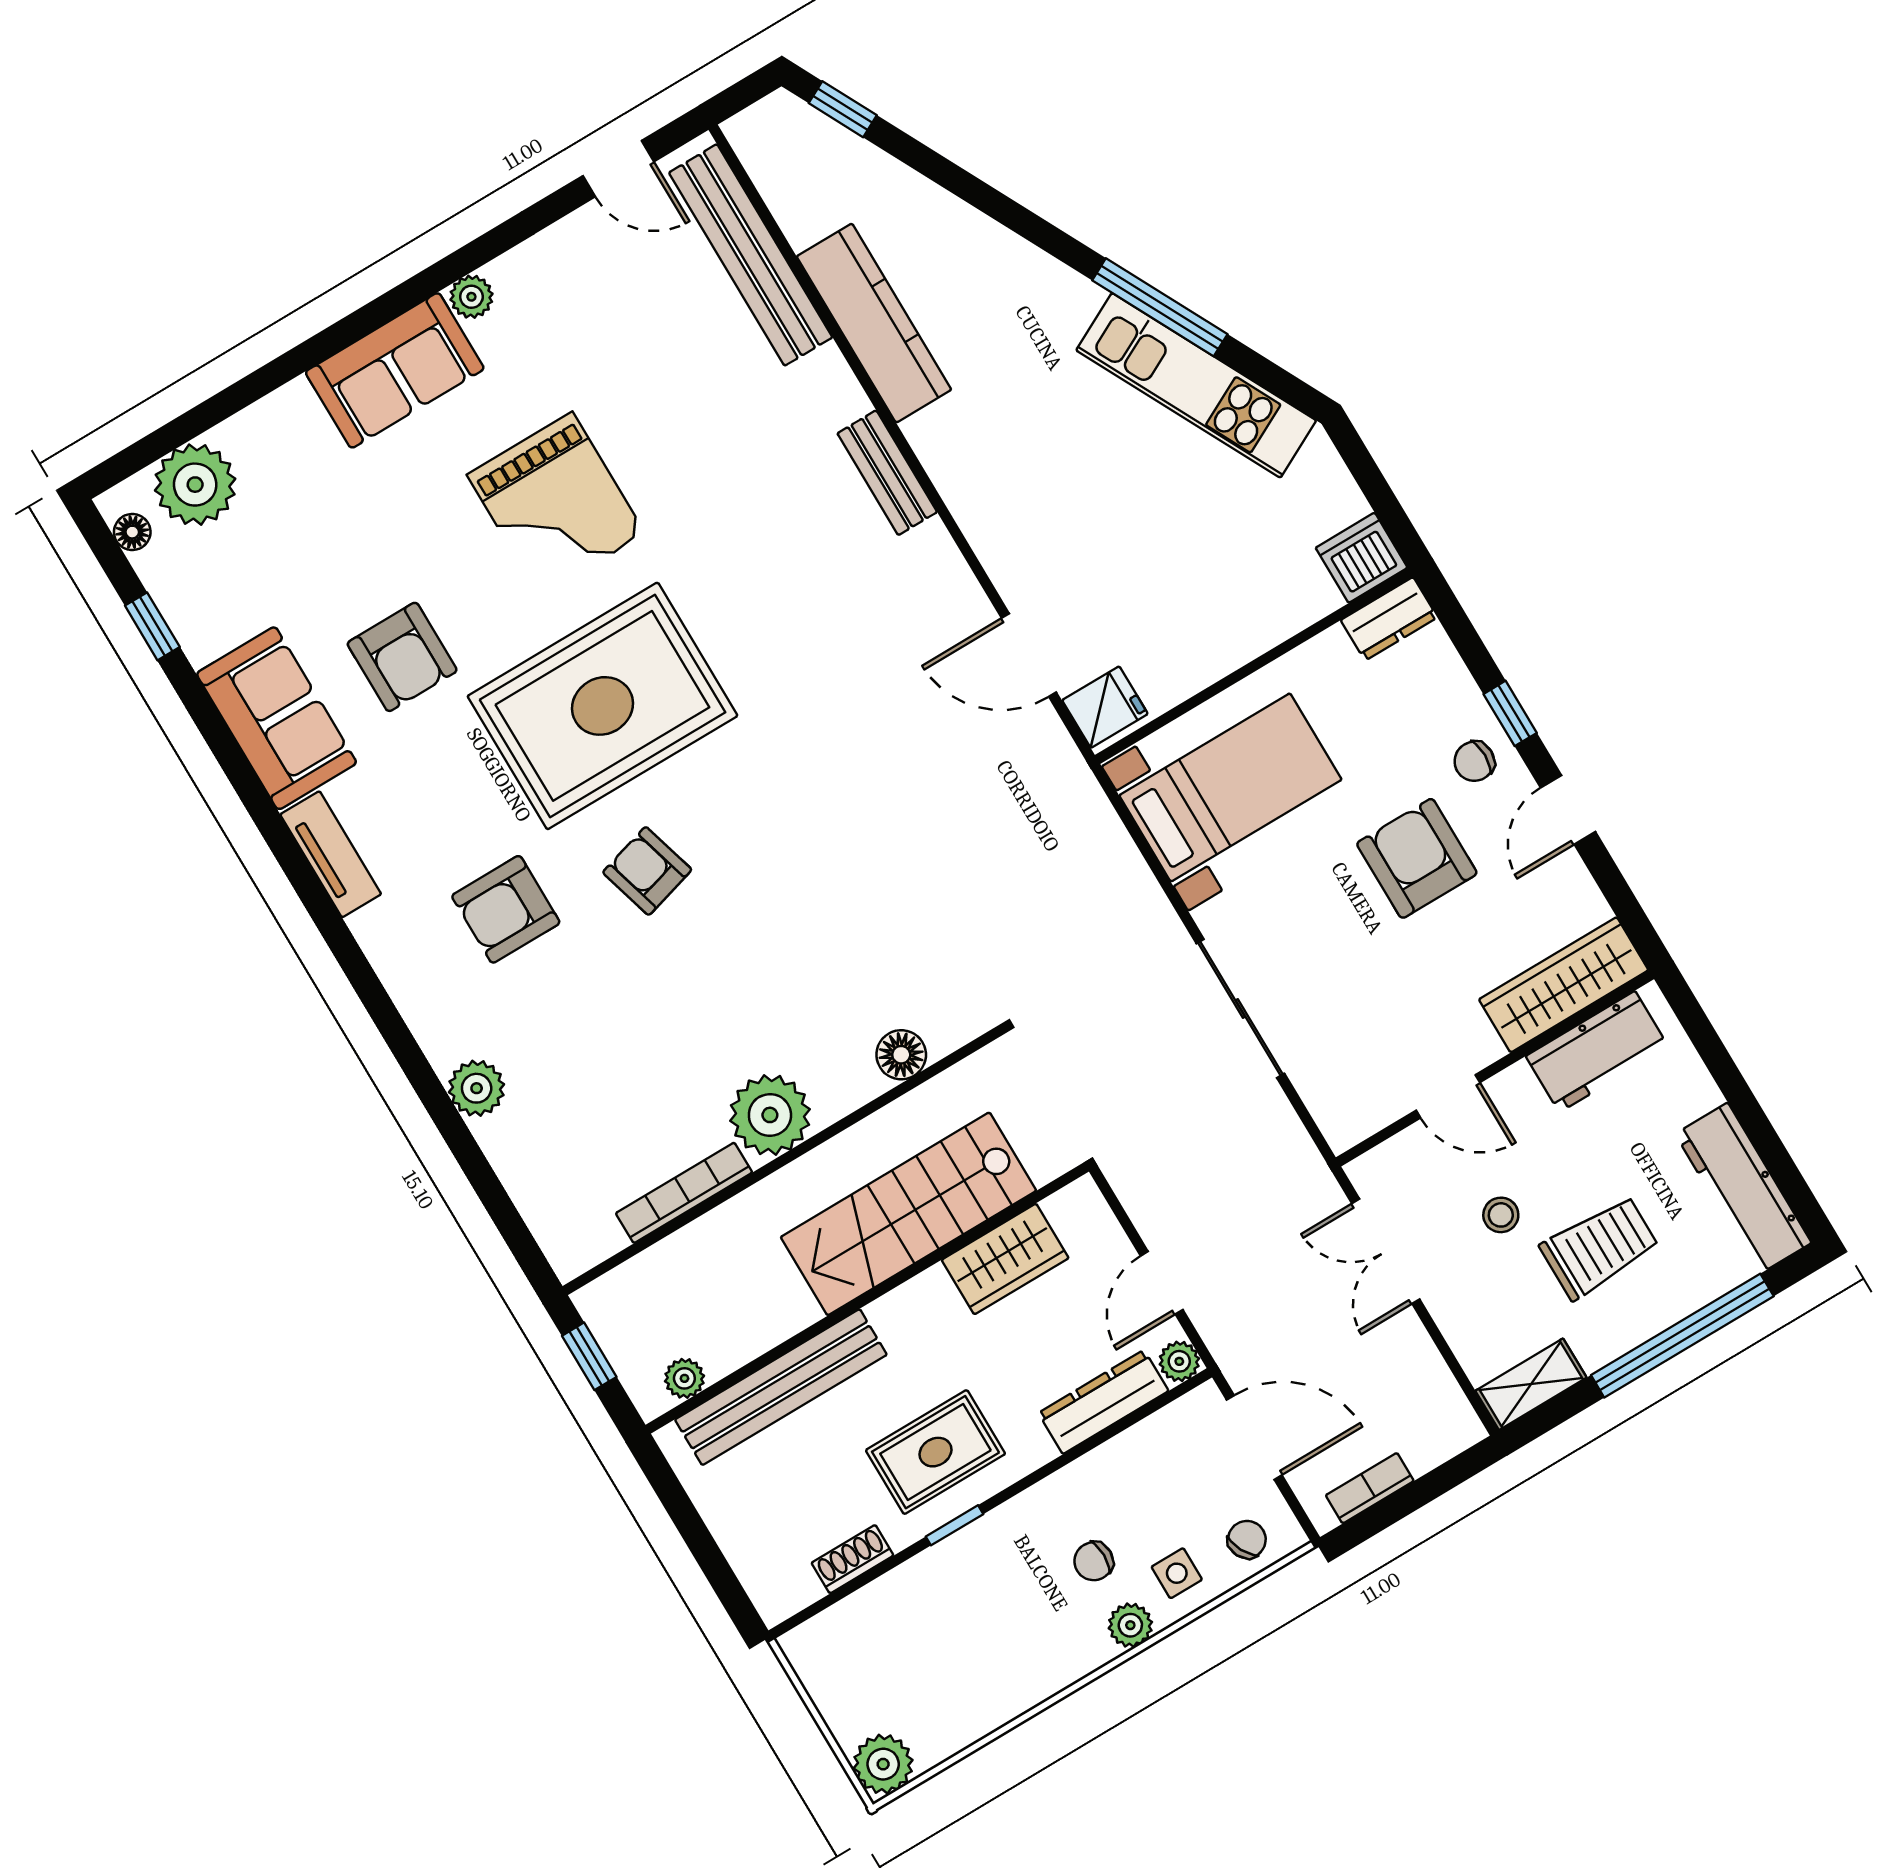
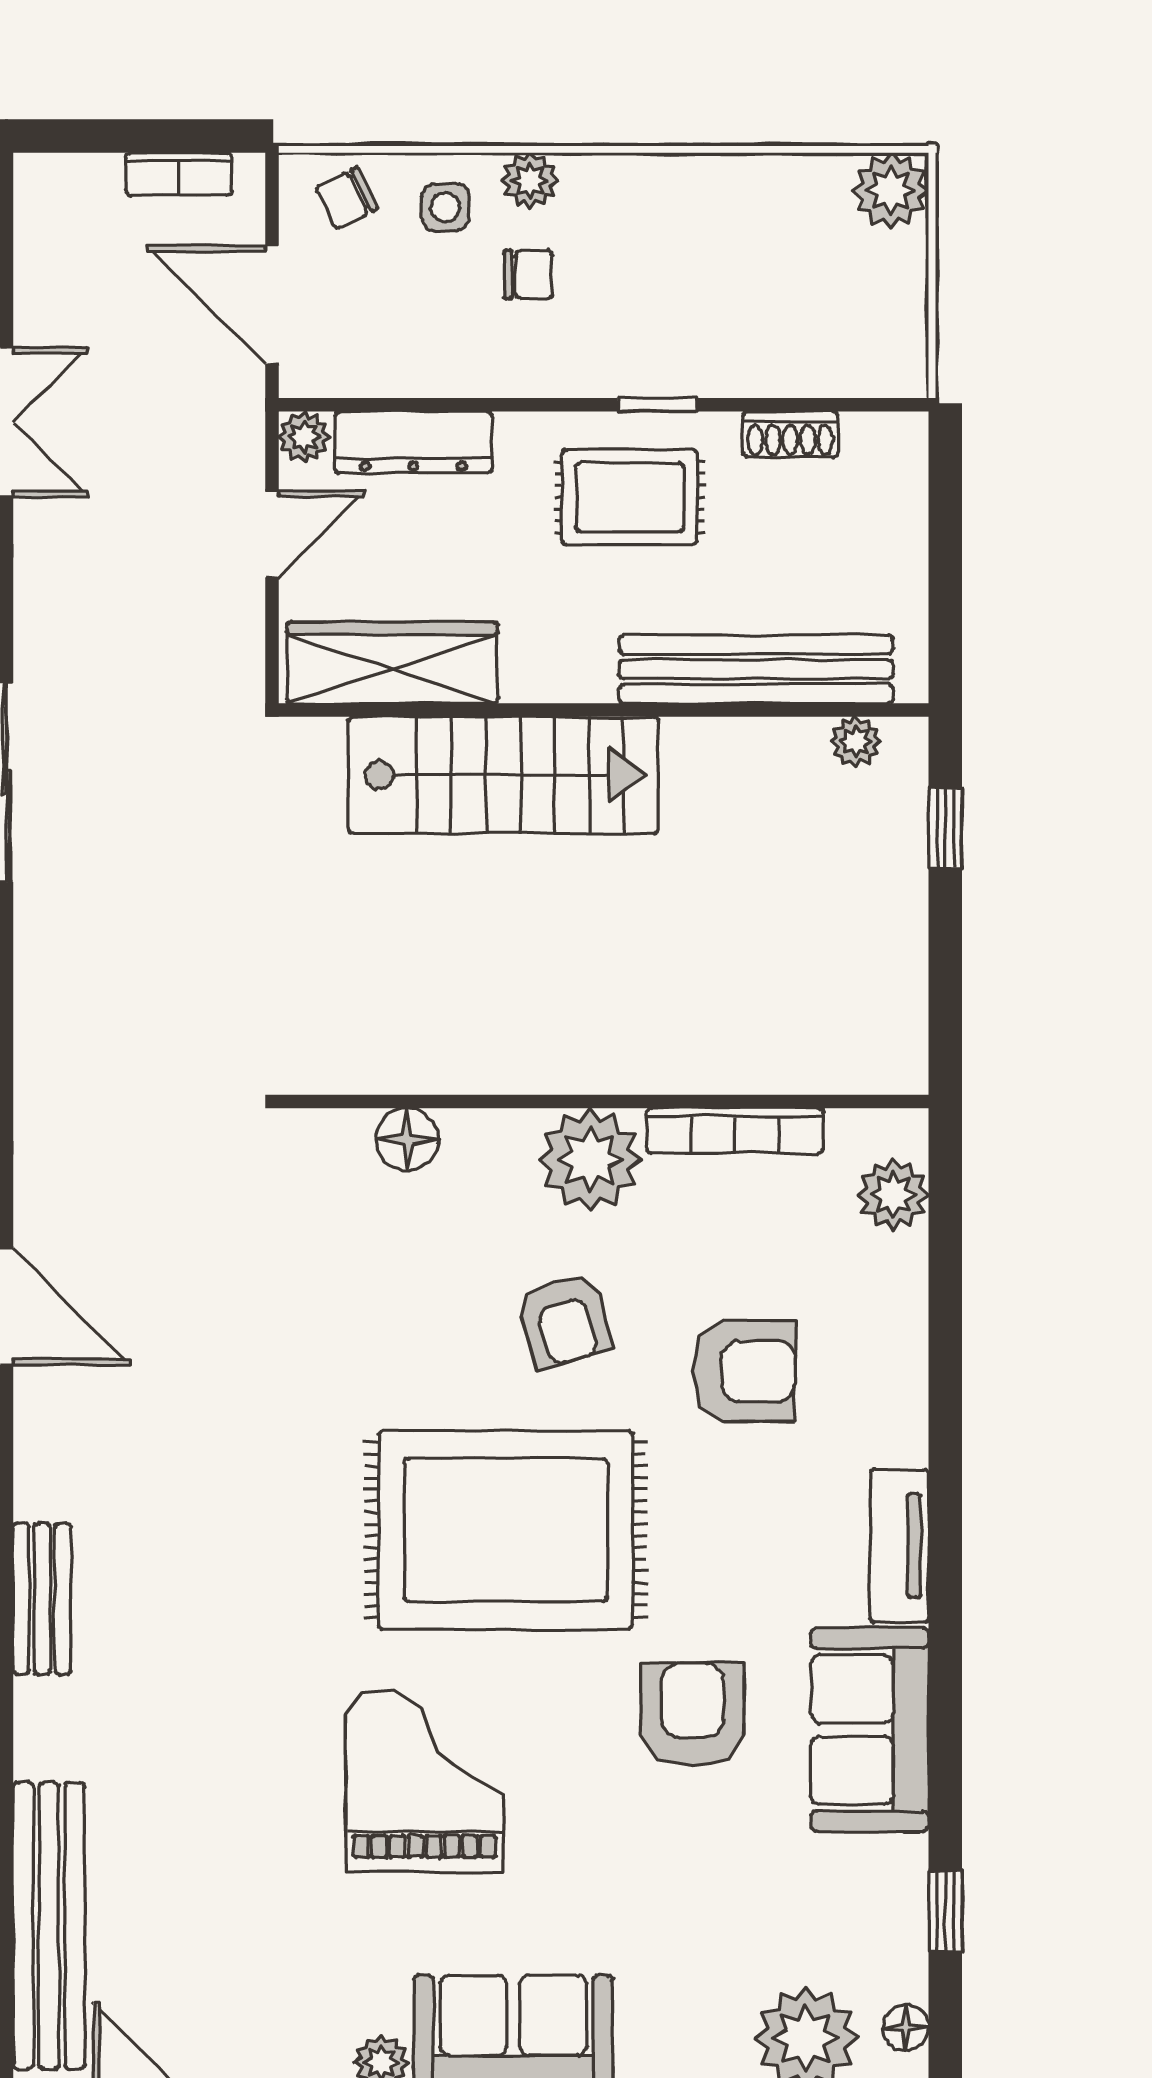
floor lamp: (901, 1055) -> (407, 1139), moved
plant: (770, 1115) -> (590, 1159), moved
wall: (784, 1160) -> (604, 1101), moved
bookcase: (684, 1193) -> (735, 1131), moved
wardrobe: (1005, 1259) -> (392, 663), width x1.50

